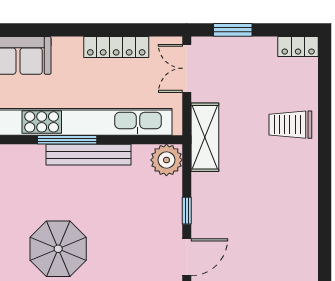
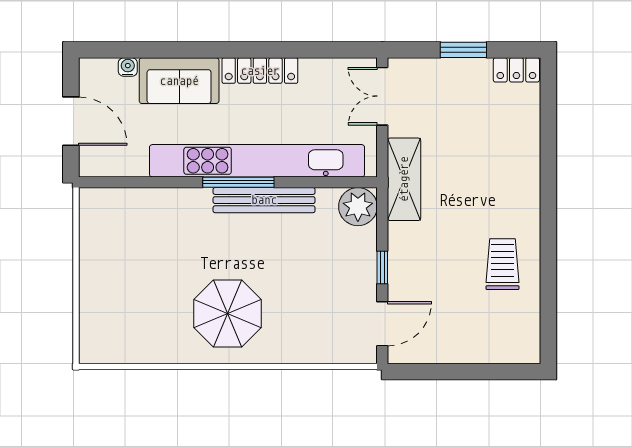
window: (233, 30) -> (463, 50), moved
locker: (116, 47) -> (260, 71), moved
trolley: (290, 125) -> (502, 264), moved, turned 90

